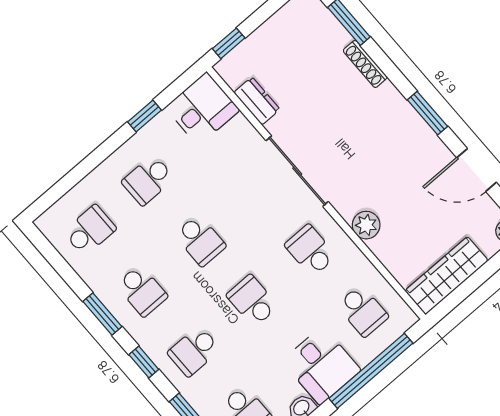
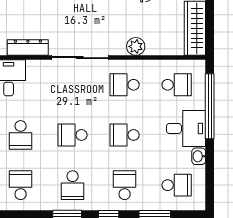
dresser: (257, 101) -> (28, 47), width x1.44
school desk: (200, 240) -> (73, 135), turned 180
school desk: (142, 291) -> (73, 185), turned 90
school desk: (194, 351) -> (125, 185), turned 180

